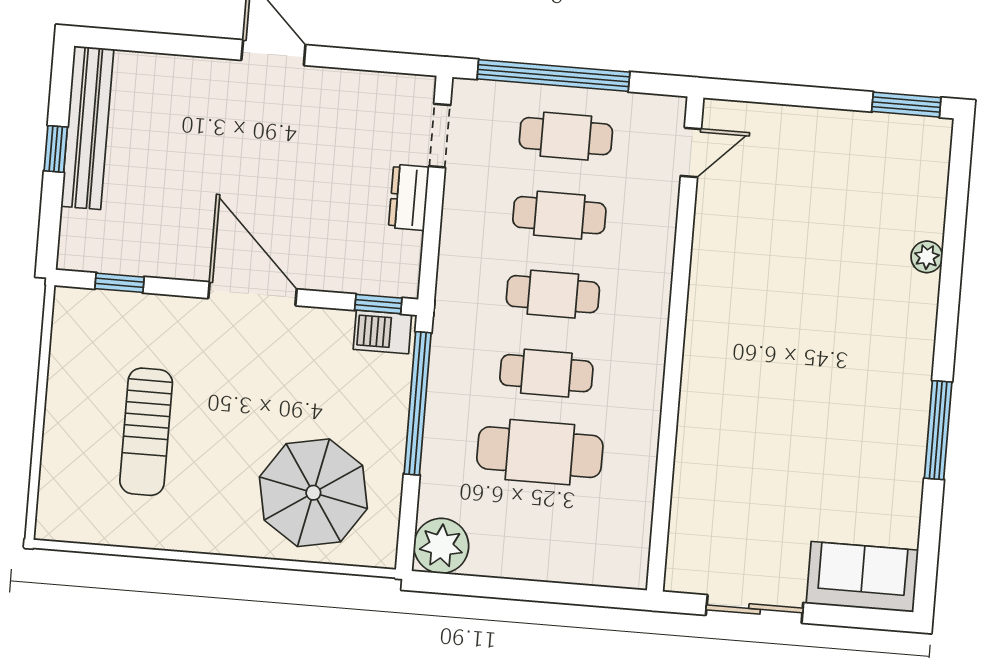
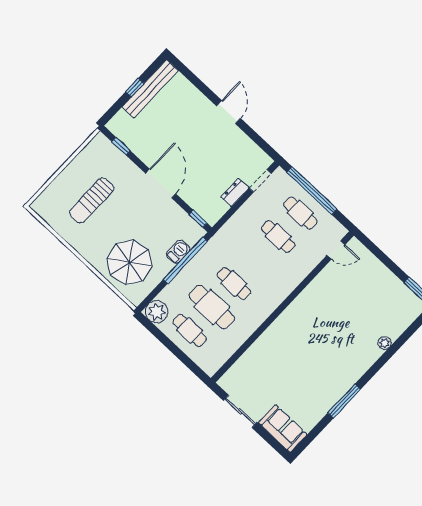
cafe table: (553, 294) -> (190, 330), moved
barbecue: (382, 332) -> (178, 252), moved, turned 90

